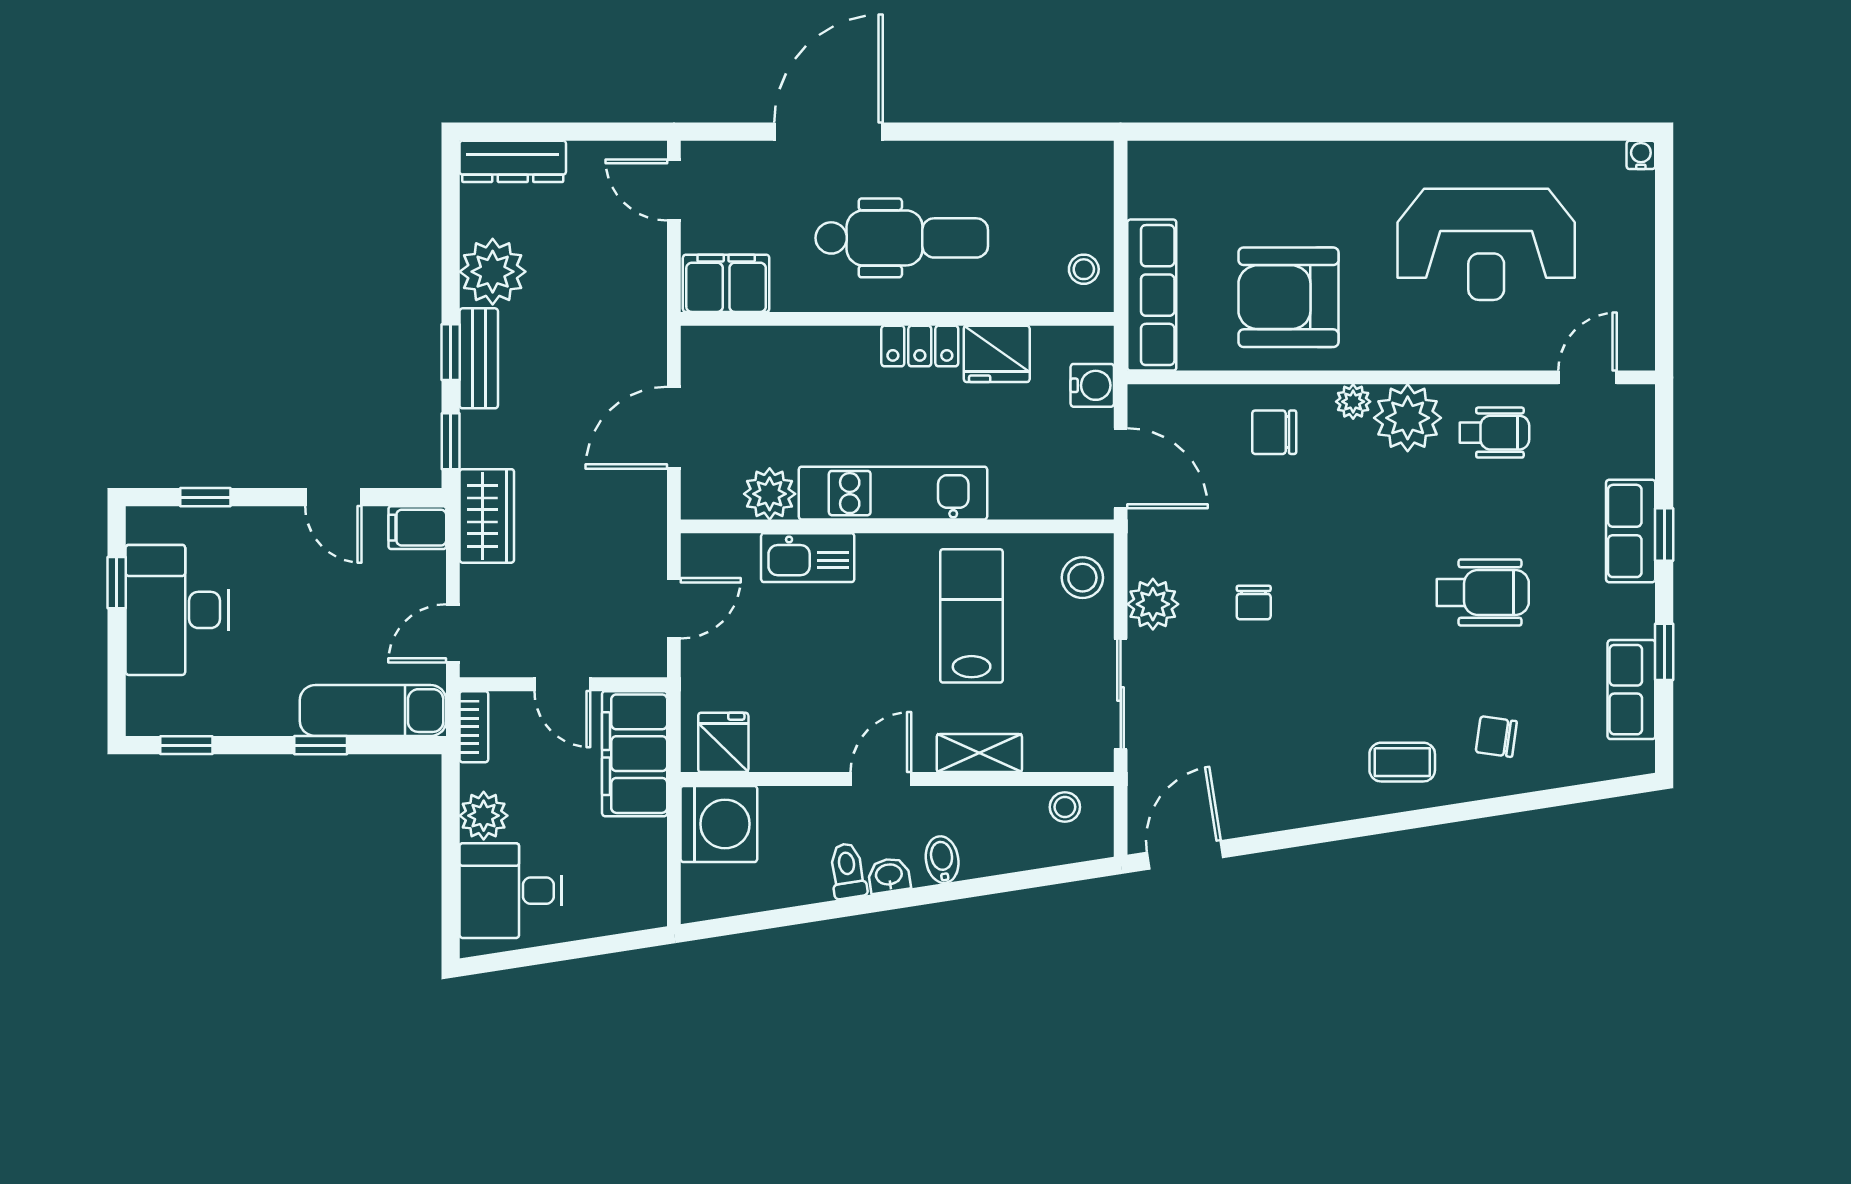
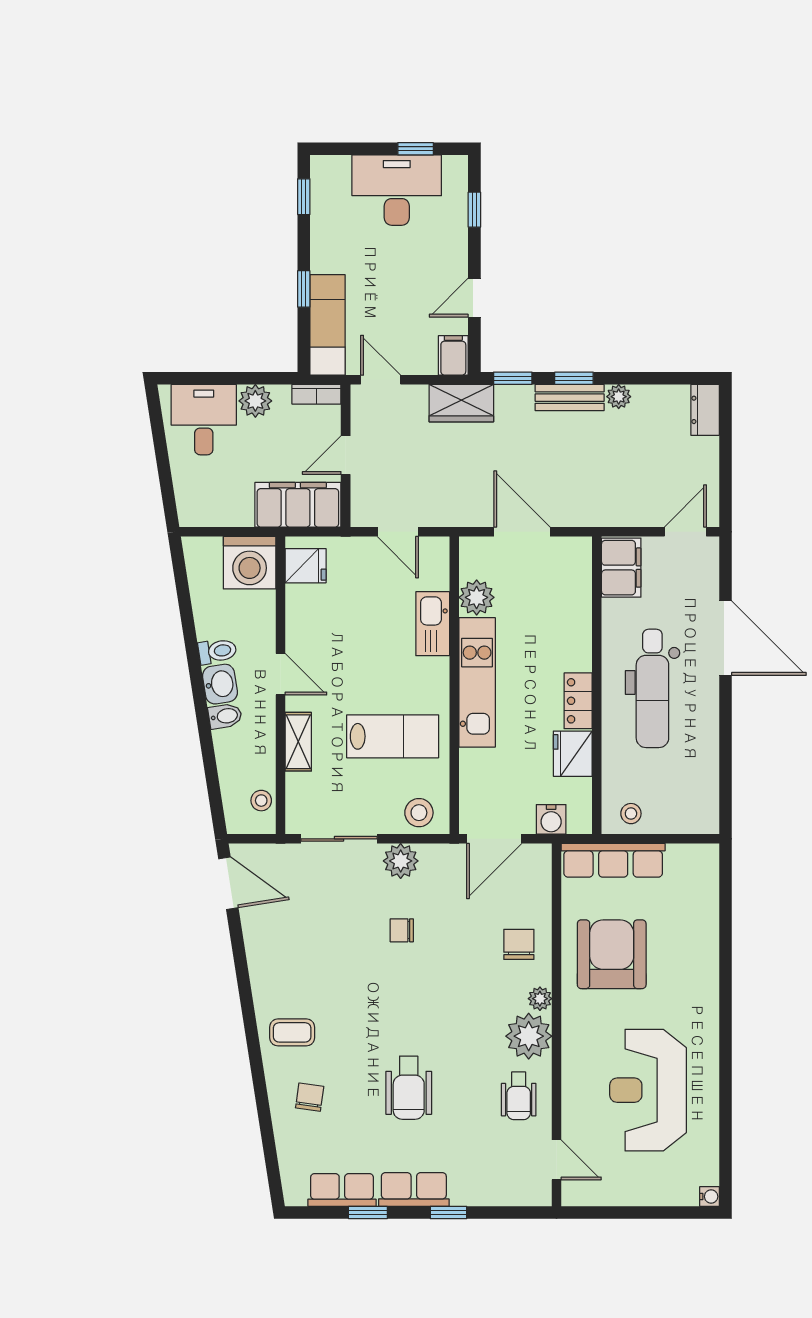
dresser: (513, 161) -> (705, 410), width x0.70
plant: (493, 272) -> (619, 397), width x0.53, depth x0.53
row of seats: (1631, 531) -> (414, 1189), moved
coffee table: (1402, 762) -> (292, 1032), turned 90
washbasin: (889, 875) -> (220, 684), width x1.38, depth x1.45

